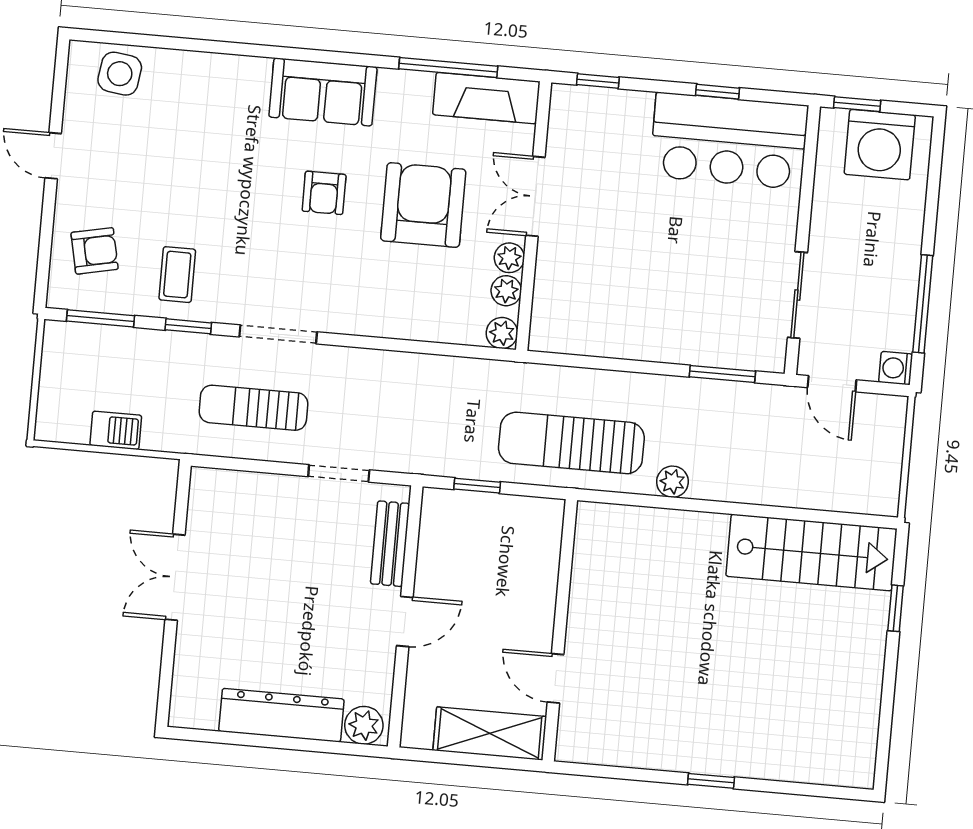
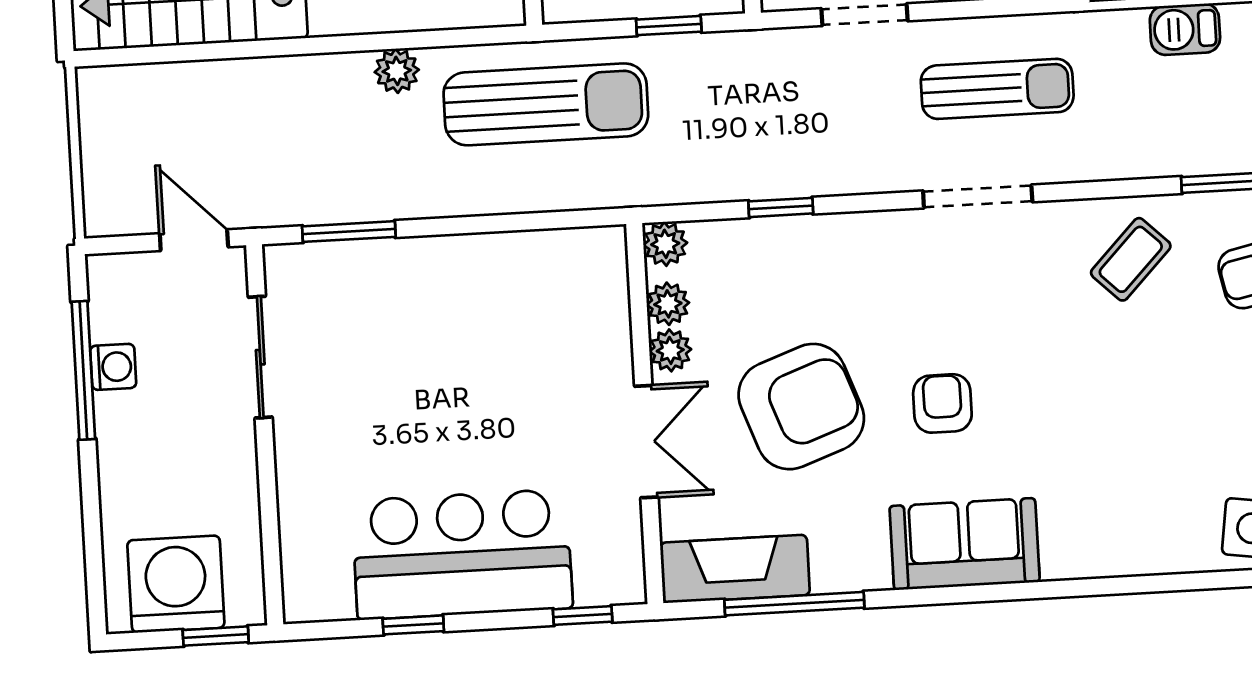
bar counter: (729, 141) -> (462, 554), moved
armchair: (423, 205) -> (801, 407), turned -110
coffee table: (177, 275) -> (1131, 259), turned 44
window: (188, 326) -> (781, 207), moved
washing machine: (896, 368) -> (113, 367), moved

